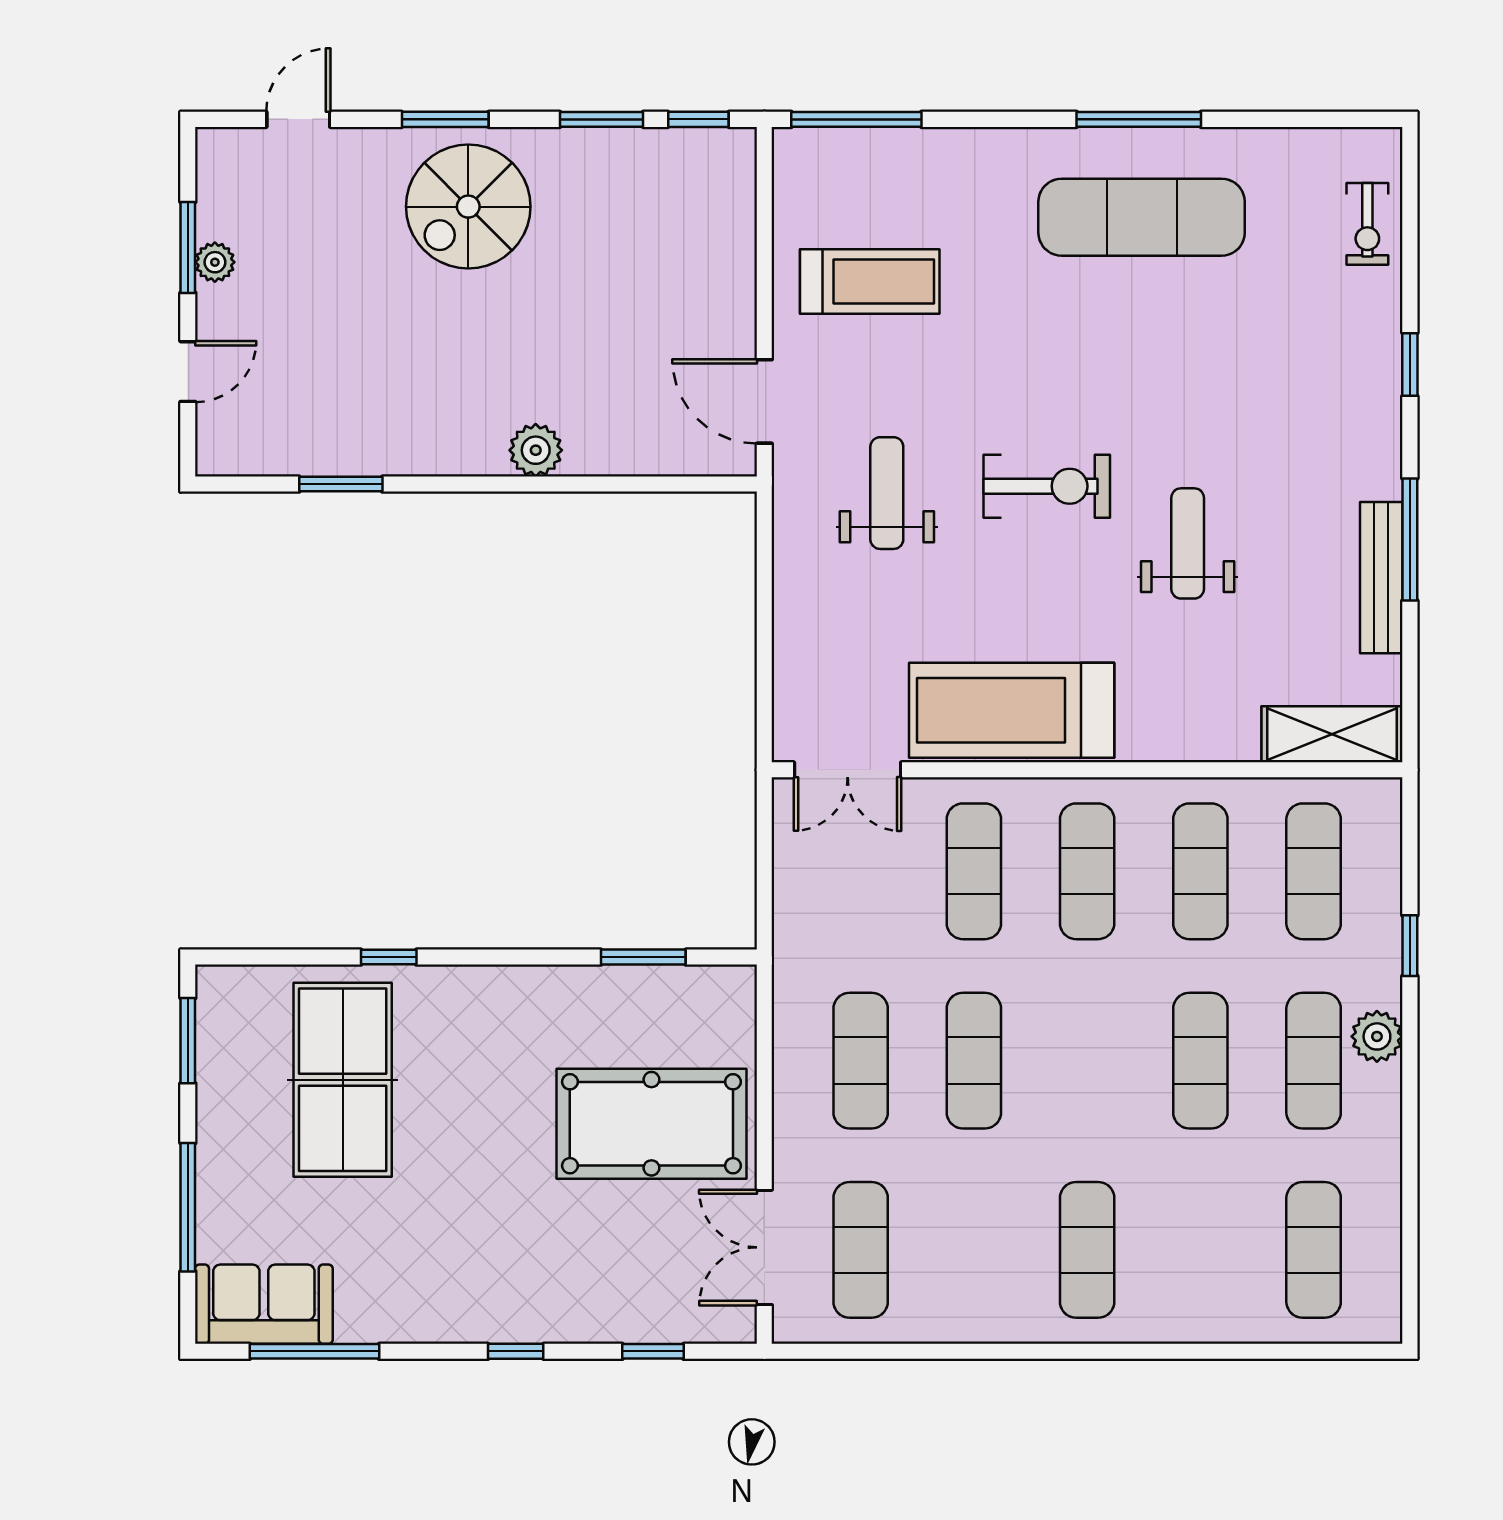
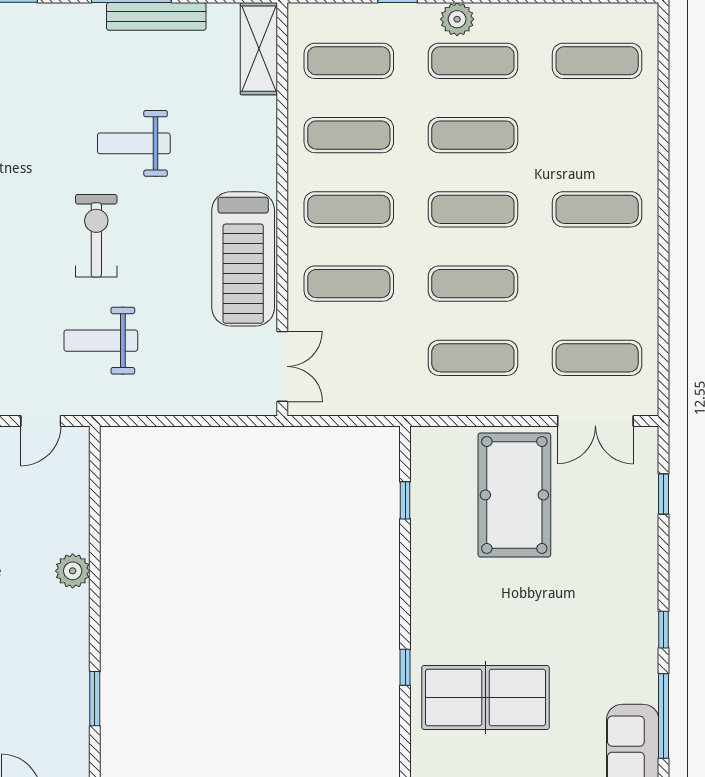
door: (764, 401) -> (41, 421), width x0.73
window: (643, 957) -> (405, 500), width x0.67
exercise mat: (1087, 1061) -> (473, 209), added
window: (516, 1351) -> (664, 630), moved

